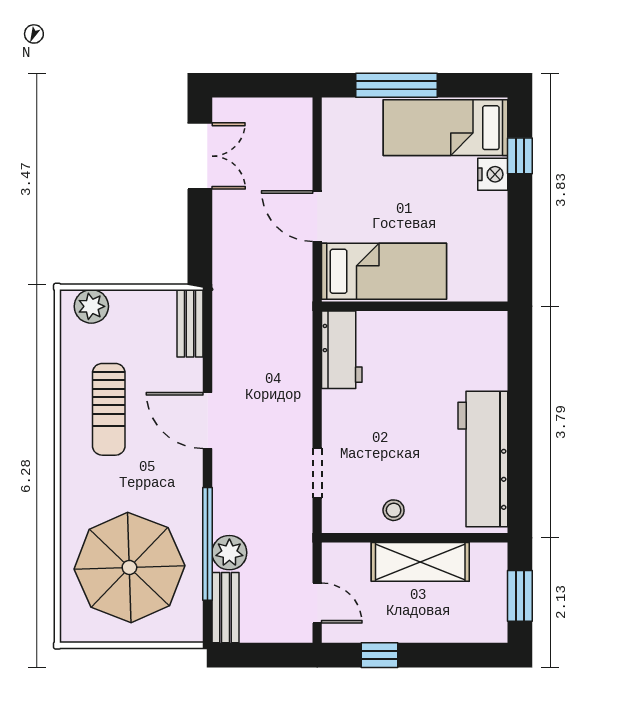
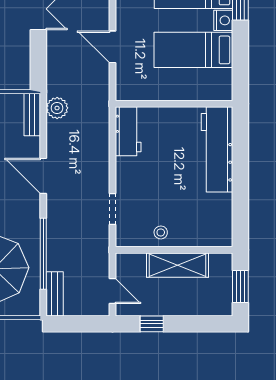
bed: (384, 271) -> (193, 50), moved, turned 180
workbench: (483, 459) -> (217, 149), moved
plant: (229, 553) -> (57, 108), moved

